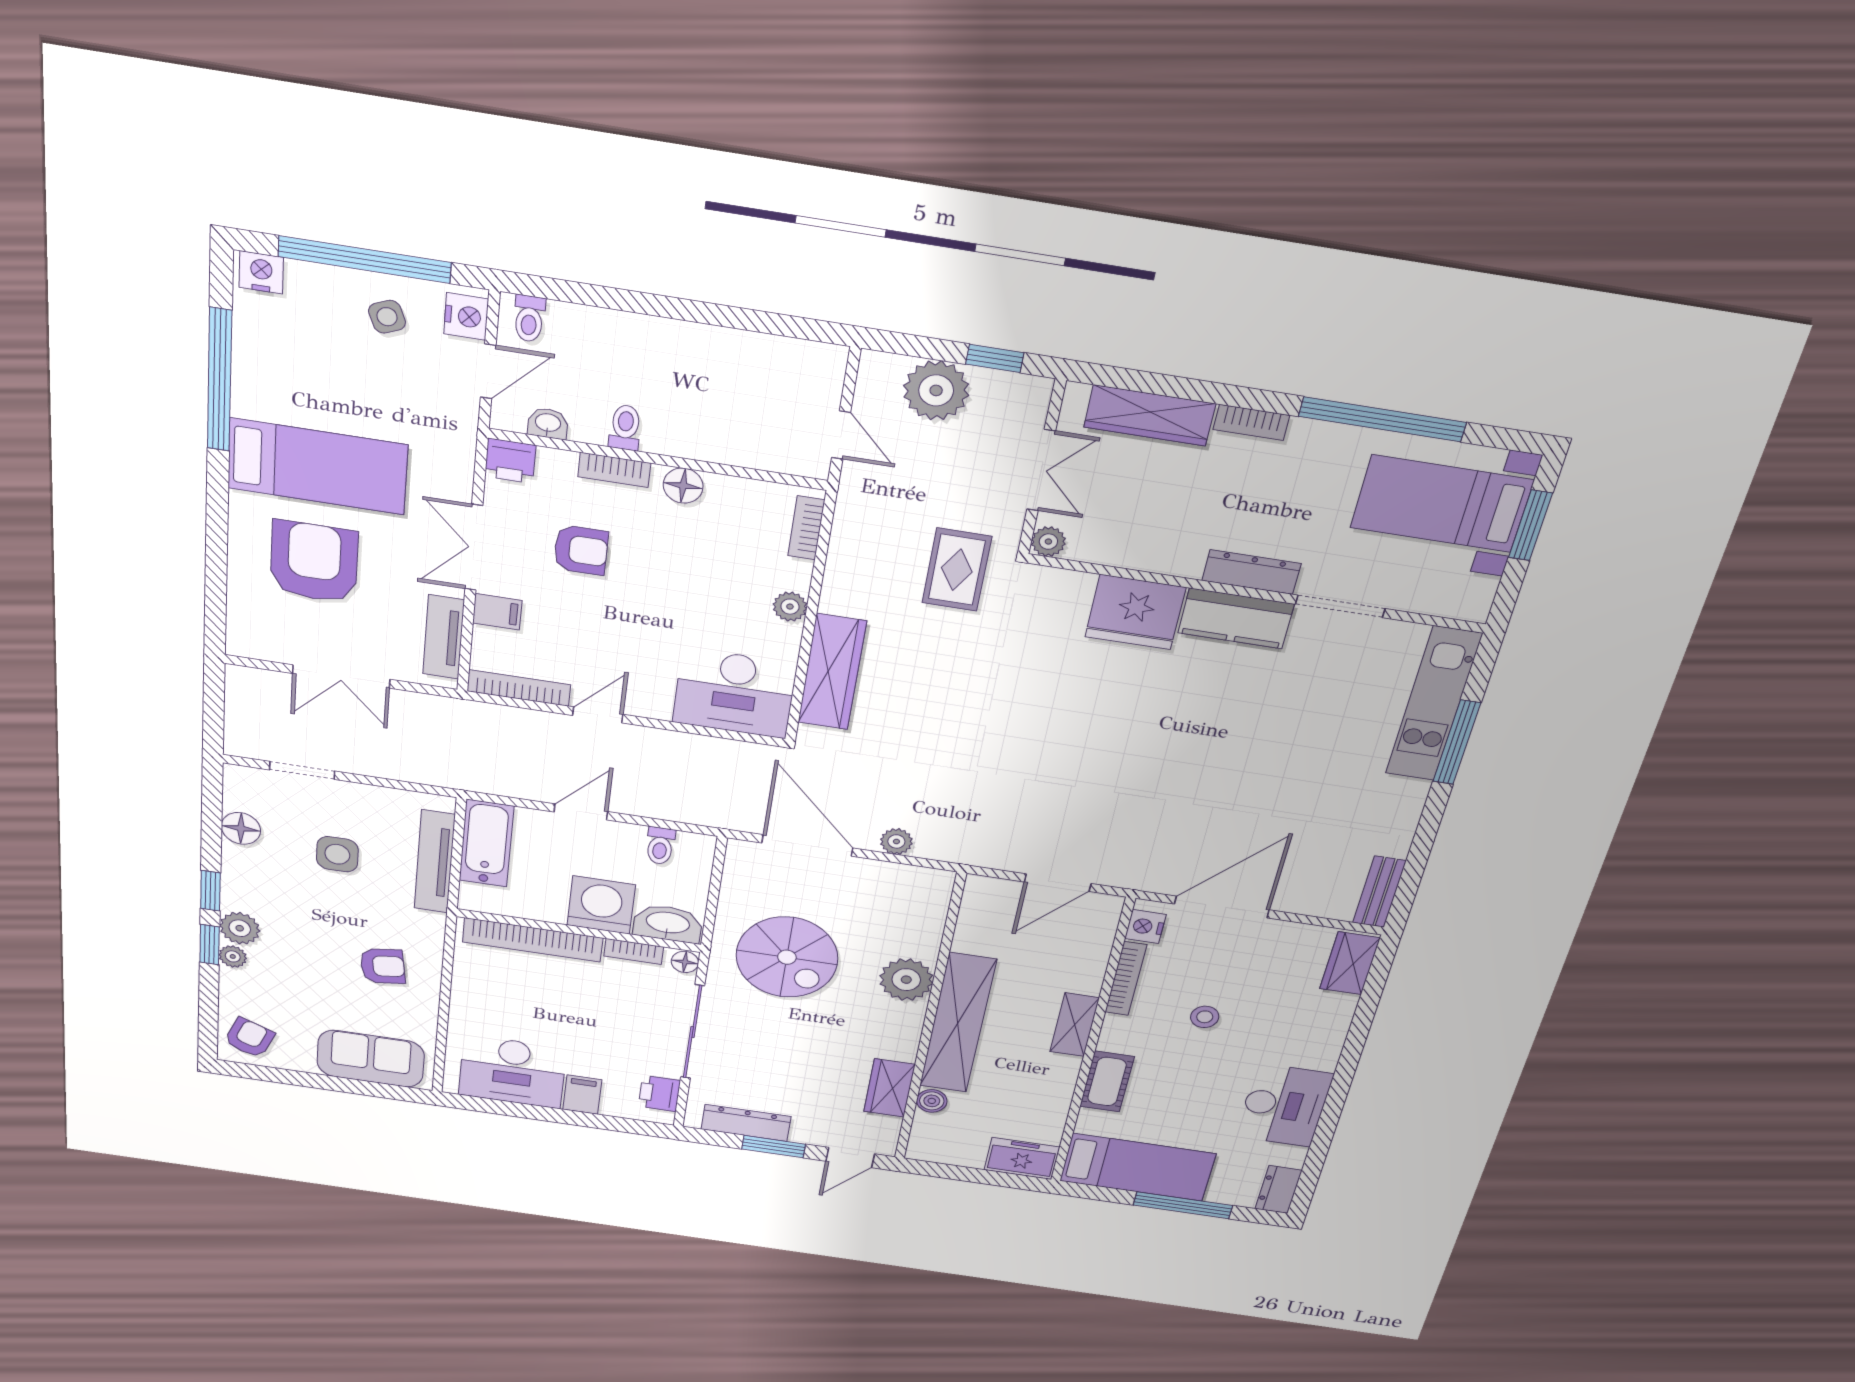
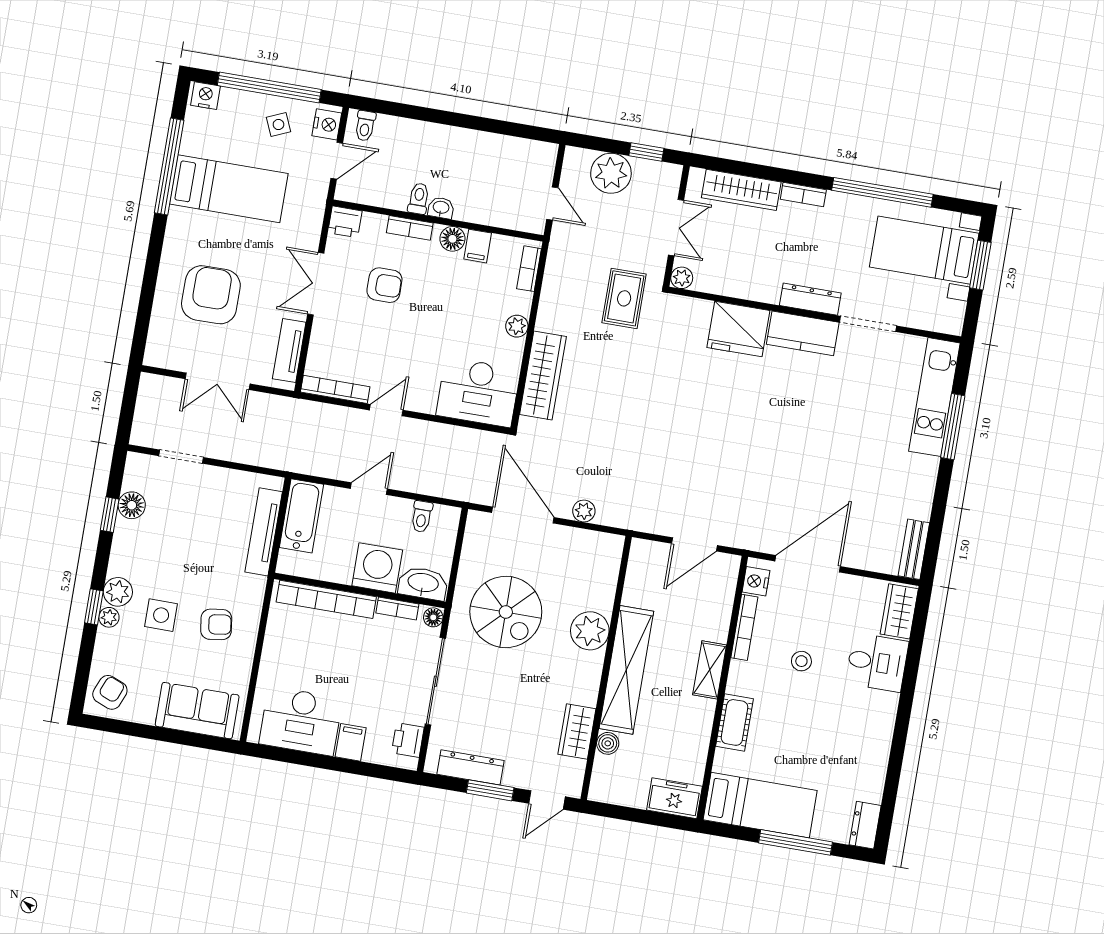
washbasin: (548, 423) -> (441, 208), moved
bed: (318, 466) -> (229, 189), moved
filing cabinet: (497, 612) -> (478, 246), moved, turned 90
side table: (337, 854) -> (161, 615), moved
window: (210, 891) -> (110, 515), moved
desk: (1284, 1105) -> (877, 662), moved, width x0.73

